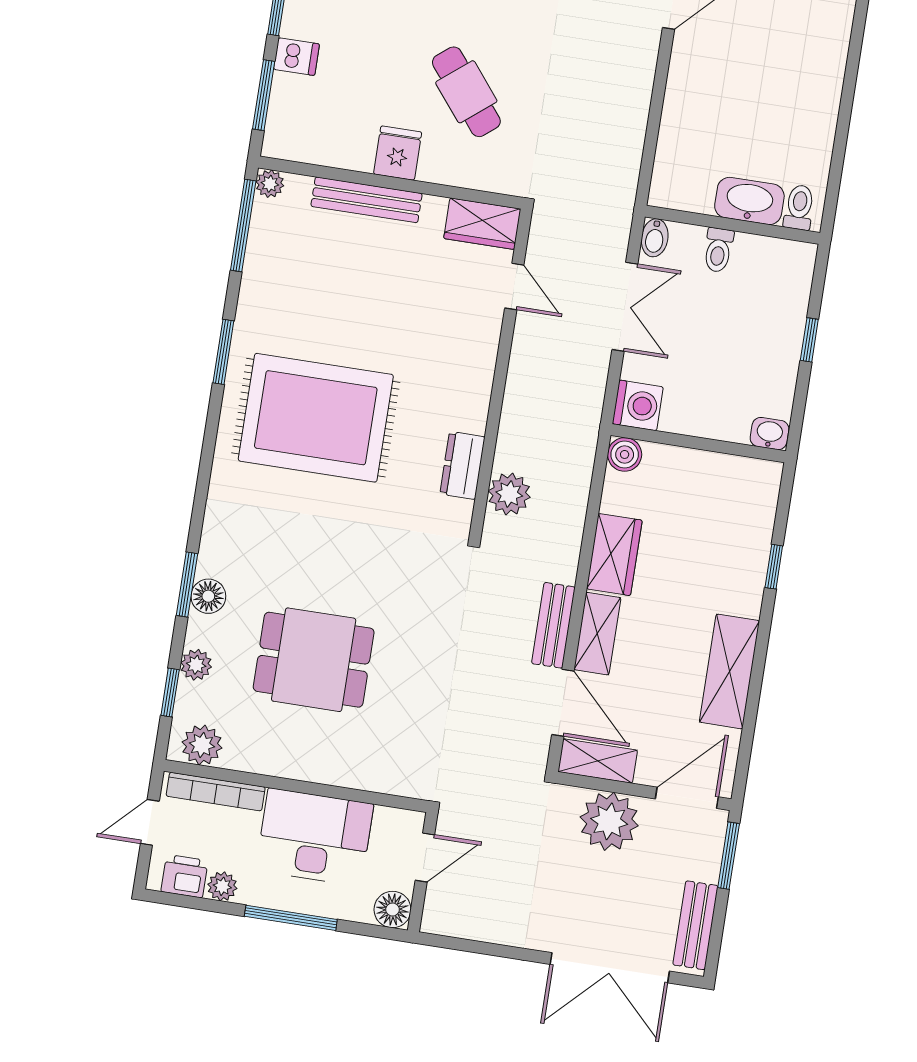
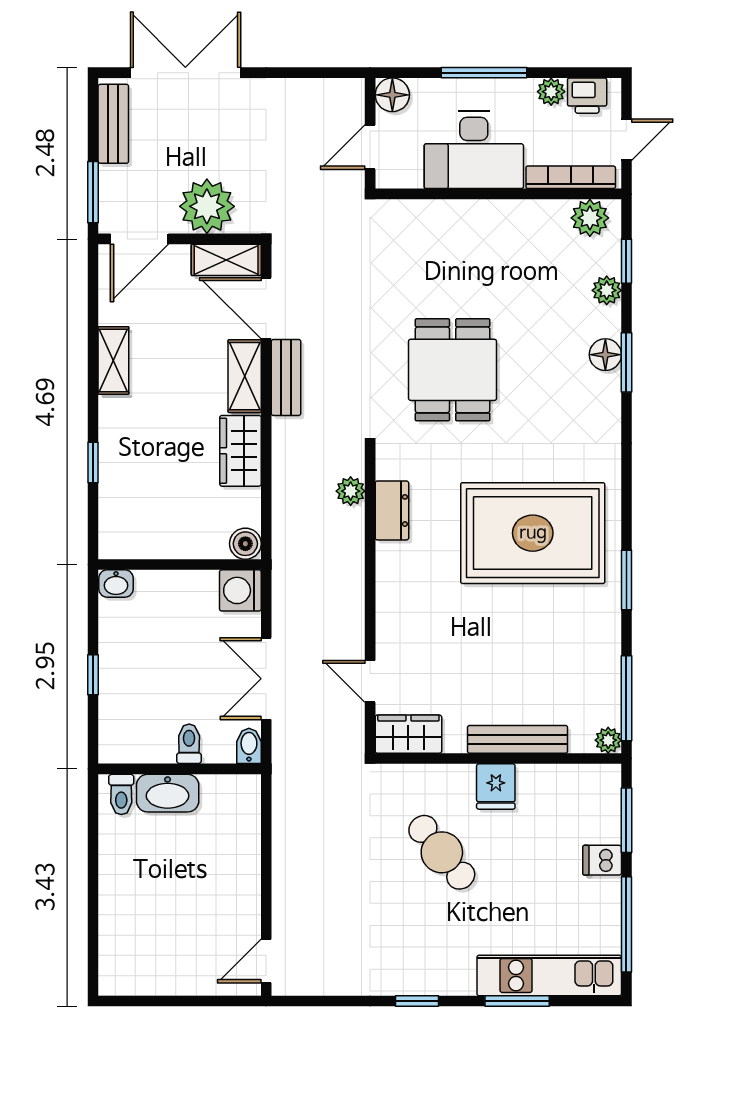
plant: (509, 494) -> (351, 491), width x0.73, depth x0.73
dining table: (314, 660) -> (453, 370), moved, turned 90
shelving: (729, 671) -> (113, 360), width x0.67, depth x0.75

